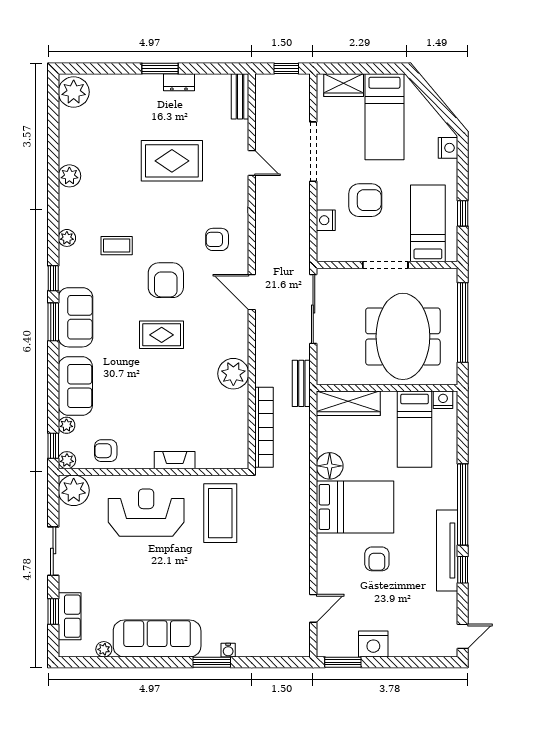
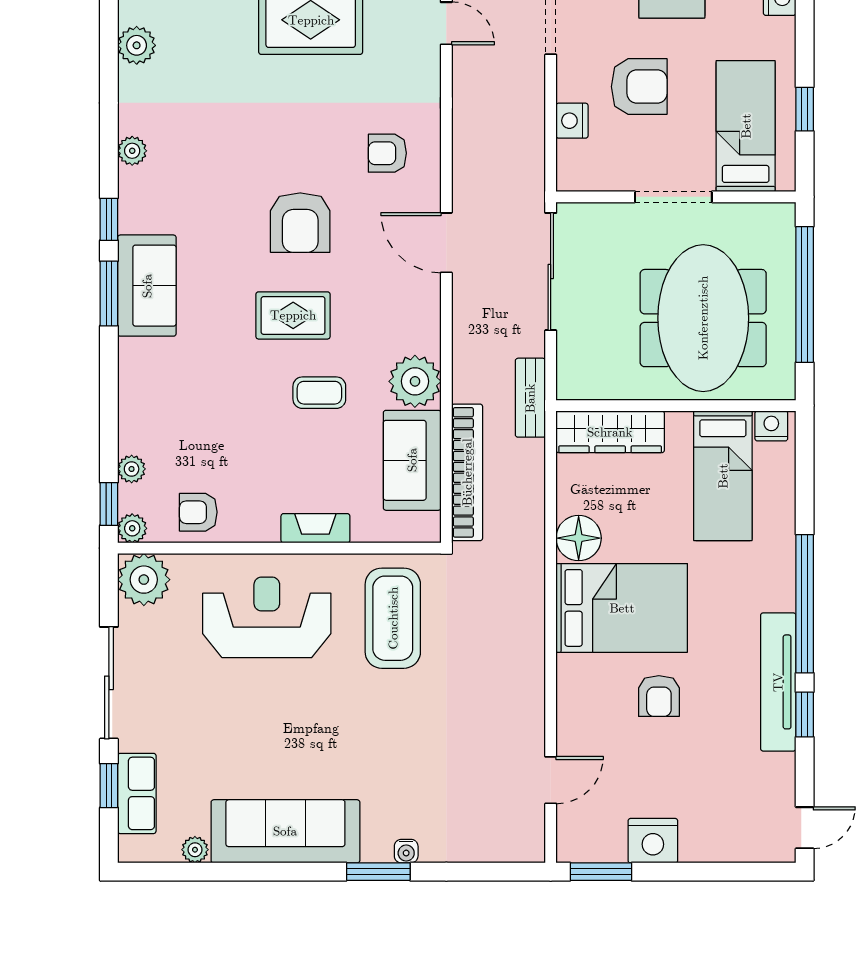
coffee table: (117, 246) -> (319, 393), moved
sofa: (75, 386) -> (412, 460), moved, turned 180
sliding door: (53, 551) -> (109, 683), width x1.37

